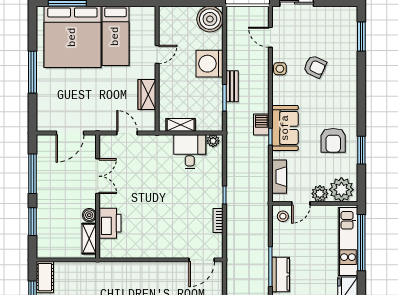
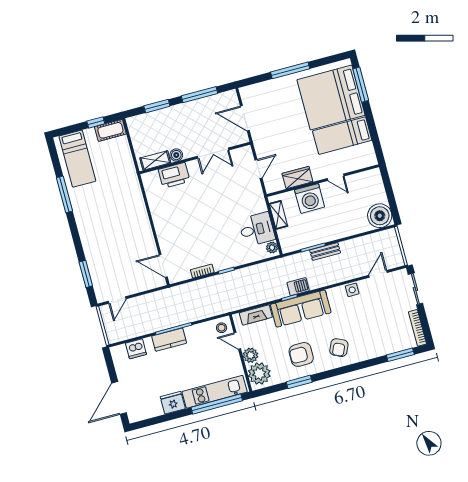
bookcase: (338, 11) -> (417, 328), added
washing machine: (210, 64) -> (310, 198), moved, turned 180
armchair: (315, 67) -> (339, 348), moved
sofa: (285, 128) -> (301, 309), width x1.36

